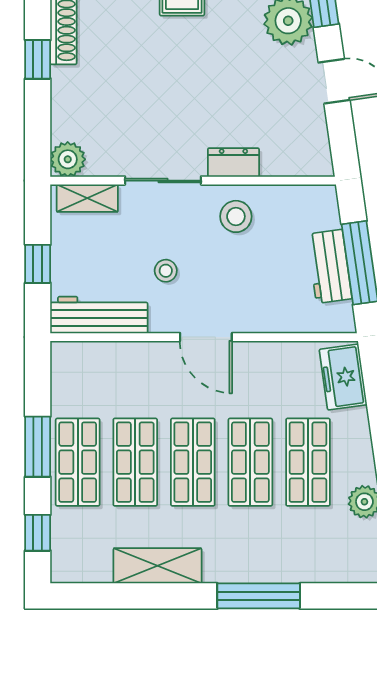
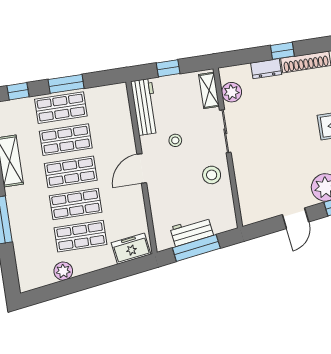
plant: (68, 159) -> (232, 92), moved
dresser: (233, 162) -> (266, 69), moved, turned 90

